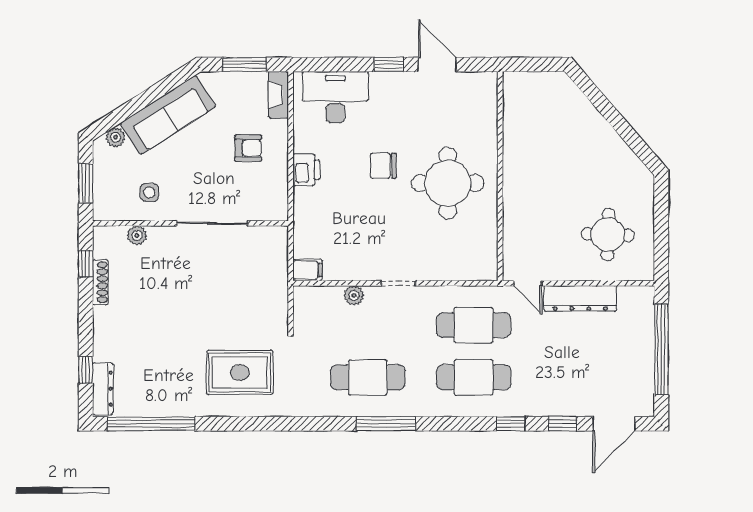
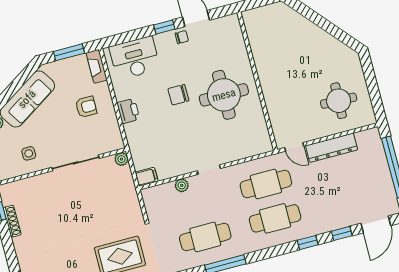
chair: (410, 85) -> (182, 37), added
plant: (137, 235) -> (121, 159), moved

